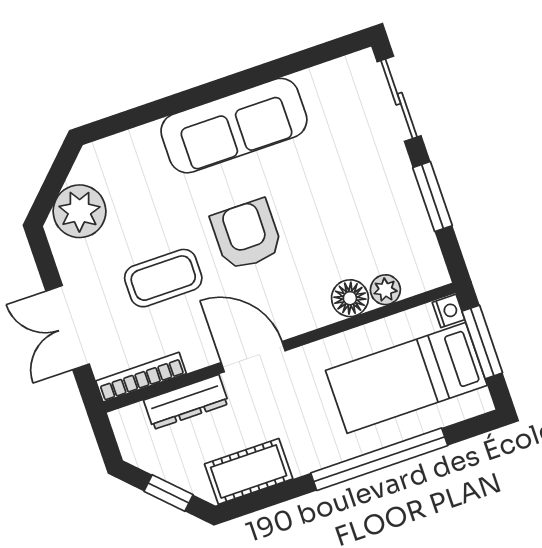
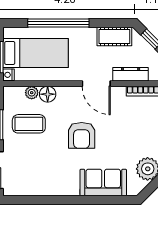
sofa: (234, 126) -> (103, 182), moved, width x0.73
coffee table: (163, 278) -> (29, 124), moved

